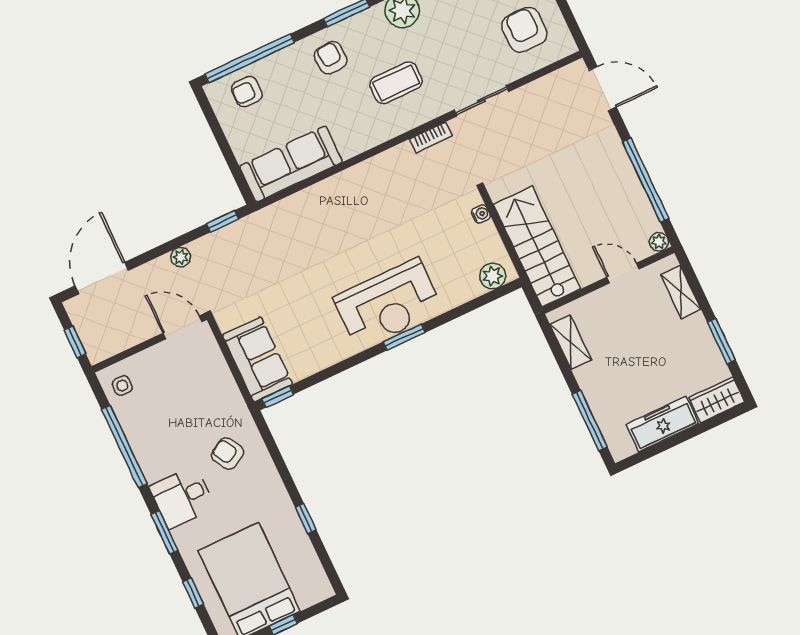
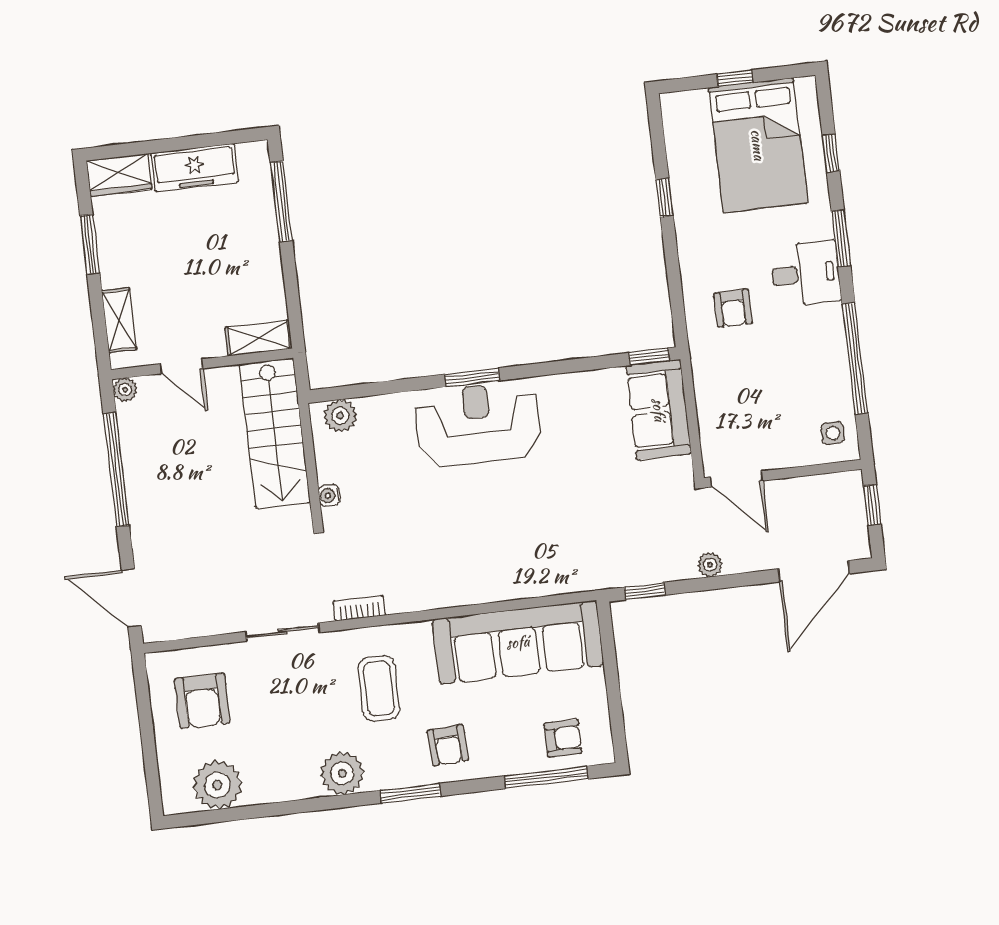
window: (250, 58) -> (546, 777), width x0.68
coffee table: (396, 83) -> (379, 688), turned 90
sofa: (291, 164) -> (518, 642), width x1.36, depth x1.27
shelving: (571, 342) -> (259, 338), moved, turned 90
armchair: (227, 453) -> (733, 308), turned 30

